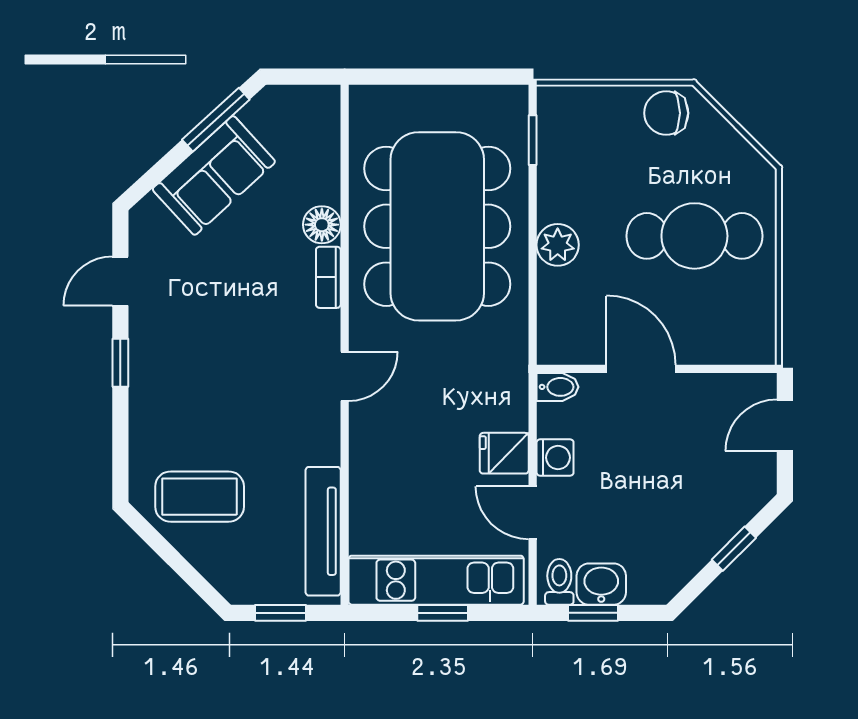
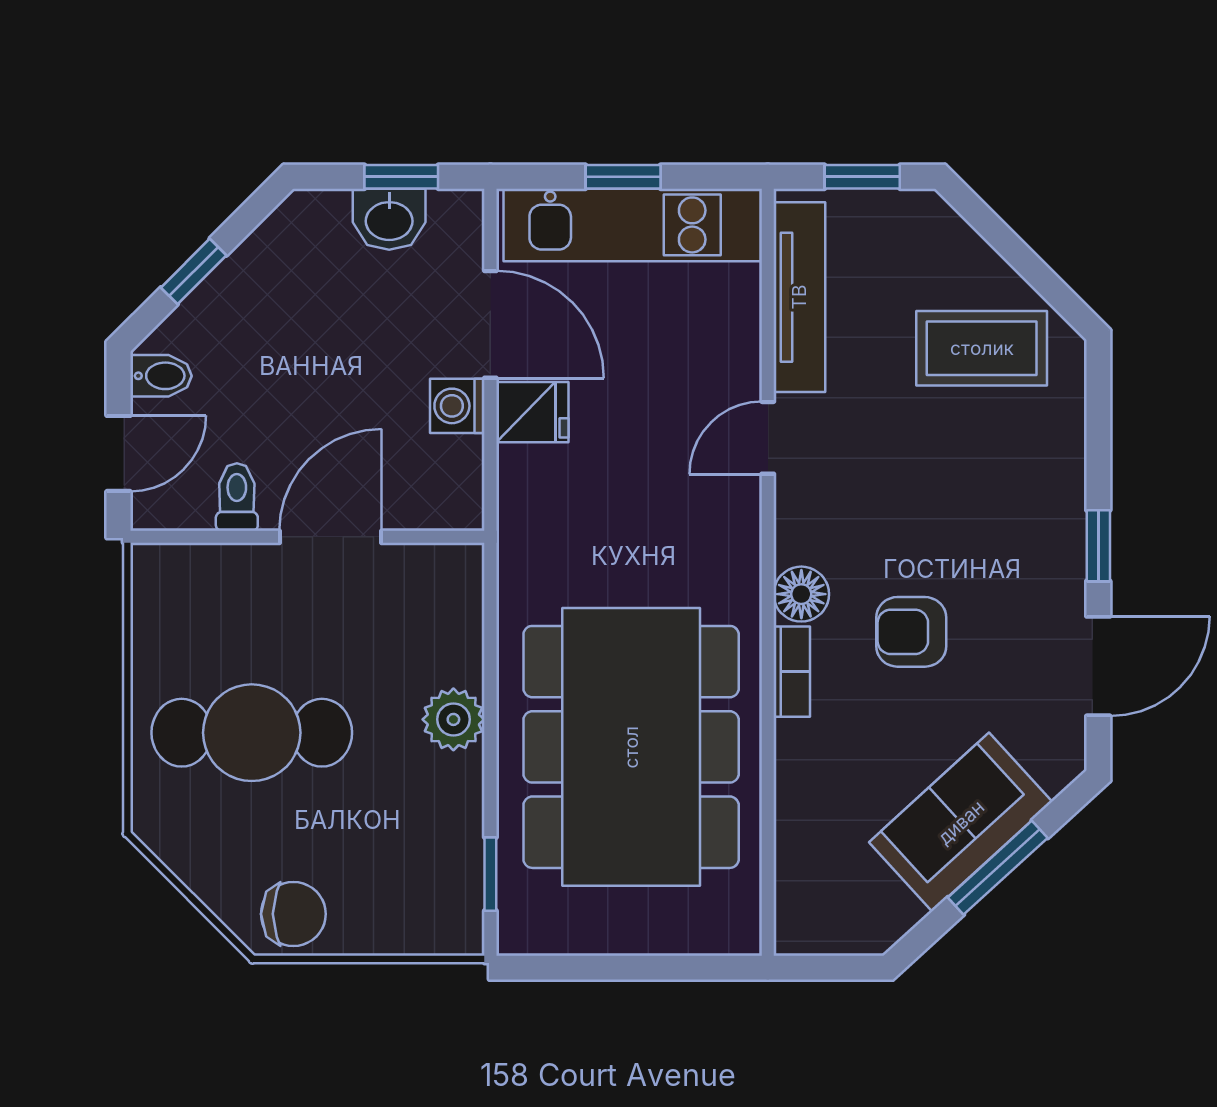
window: (216, 120) -> (998, 868), moved
floor lamp: (322, 225) -> (801, 594), moved
door: (120, 281) -> (1098, 666), width x1.38
armchair: (247, 304) -> (911, 632), added
door: (641, 369) -> (331, 537), swing flipped
door: (345, 376) -> (768, 438), moved
bidet: (557, 387) -> (161, 376), moved, turned 180
door: (533, 513) -> (490, 324), width x1.37
toilet: (559, 582) -> (237, 497), moved, turned 180

